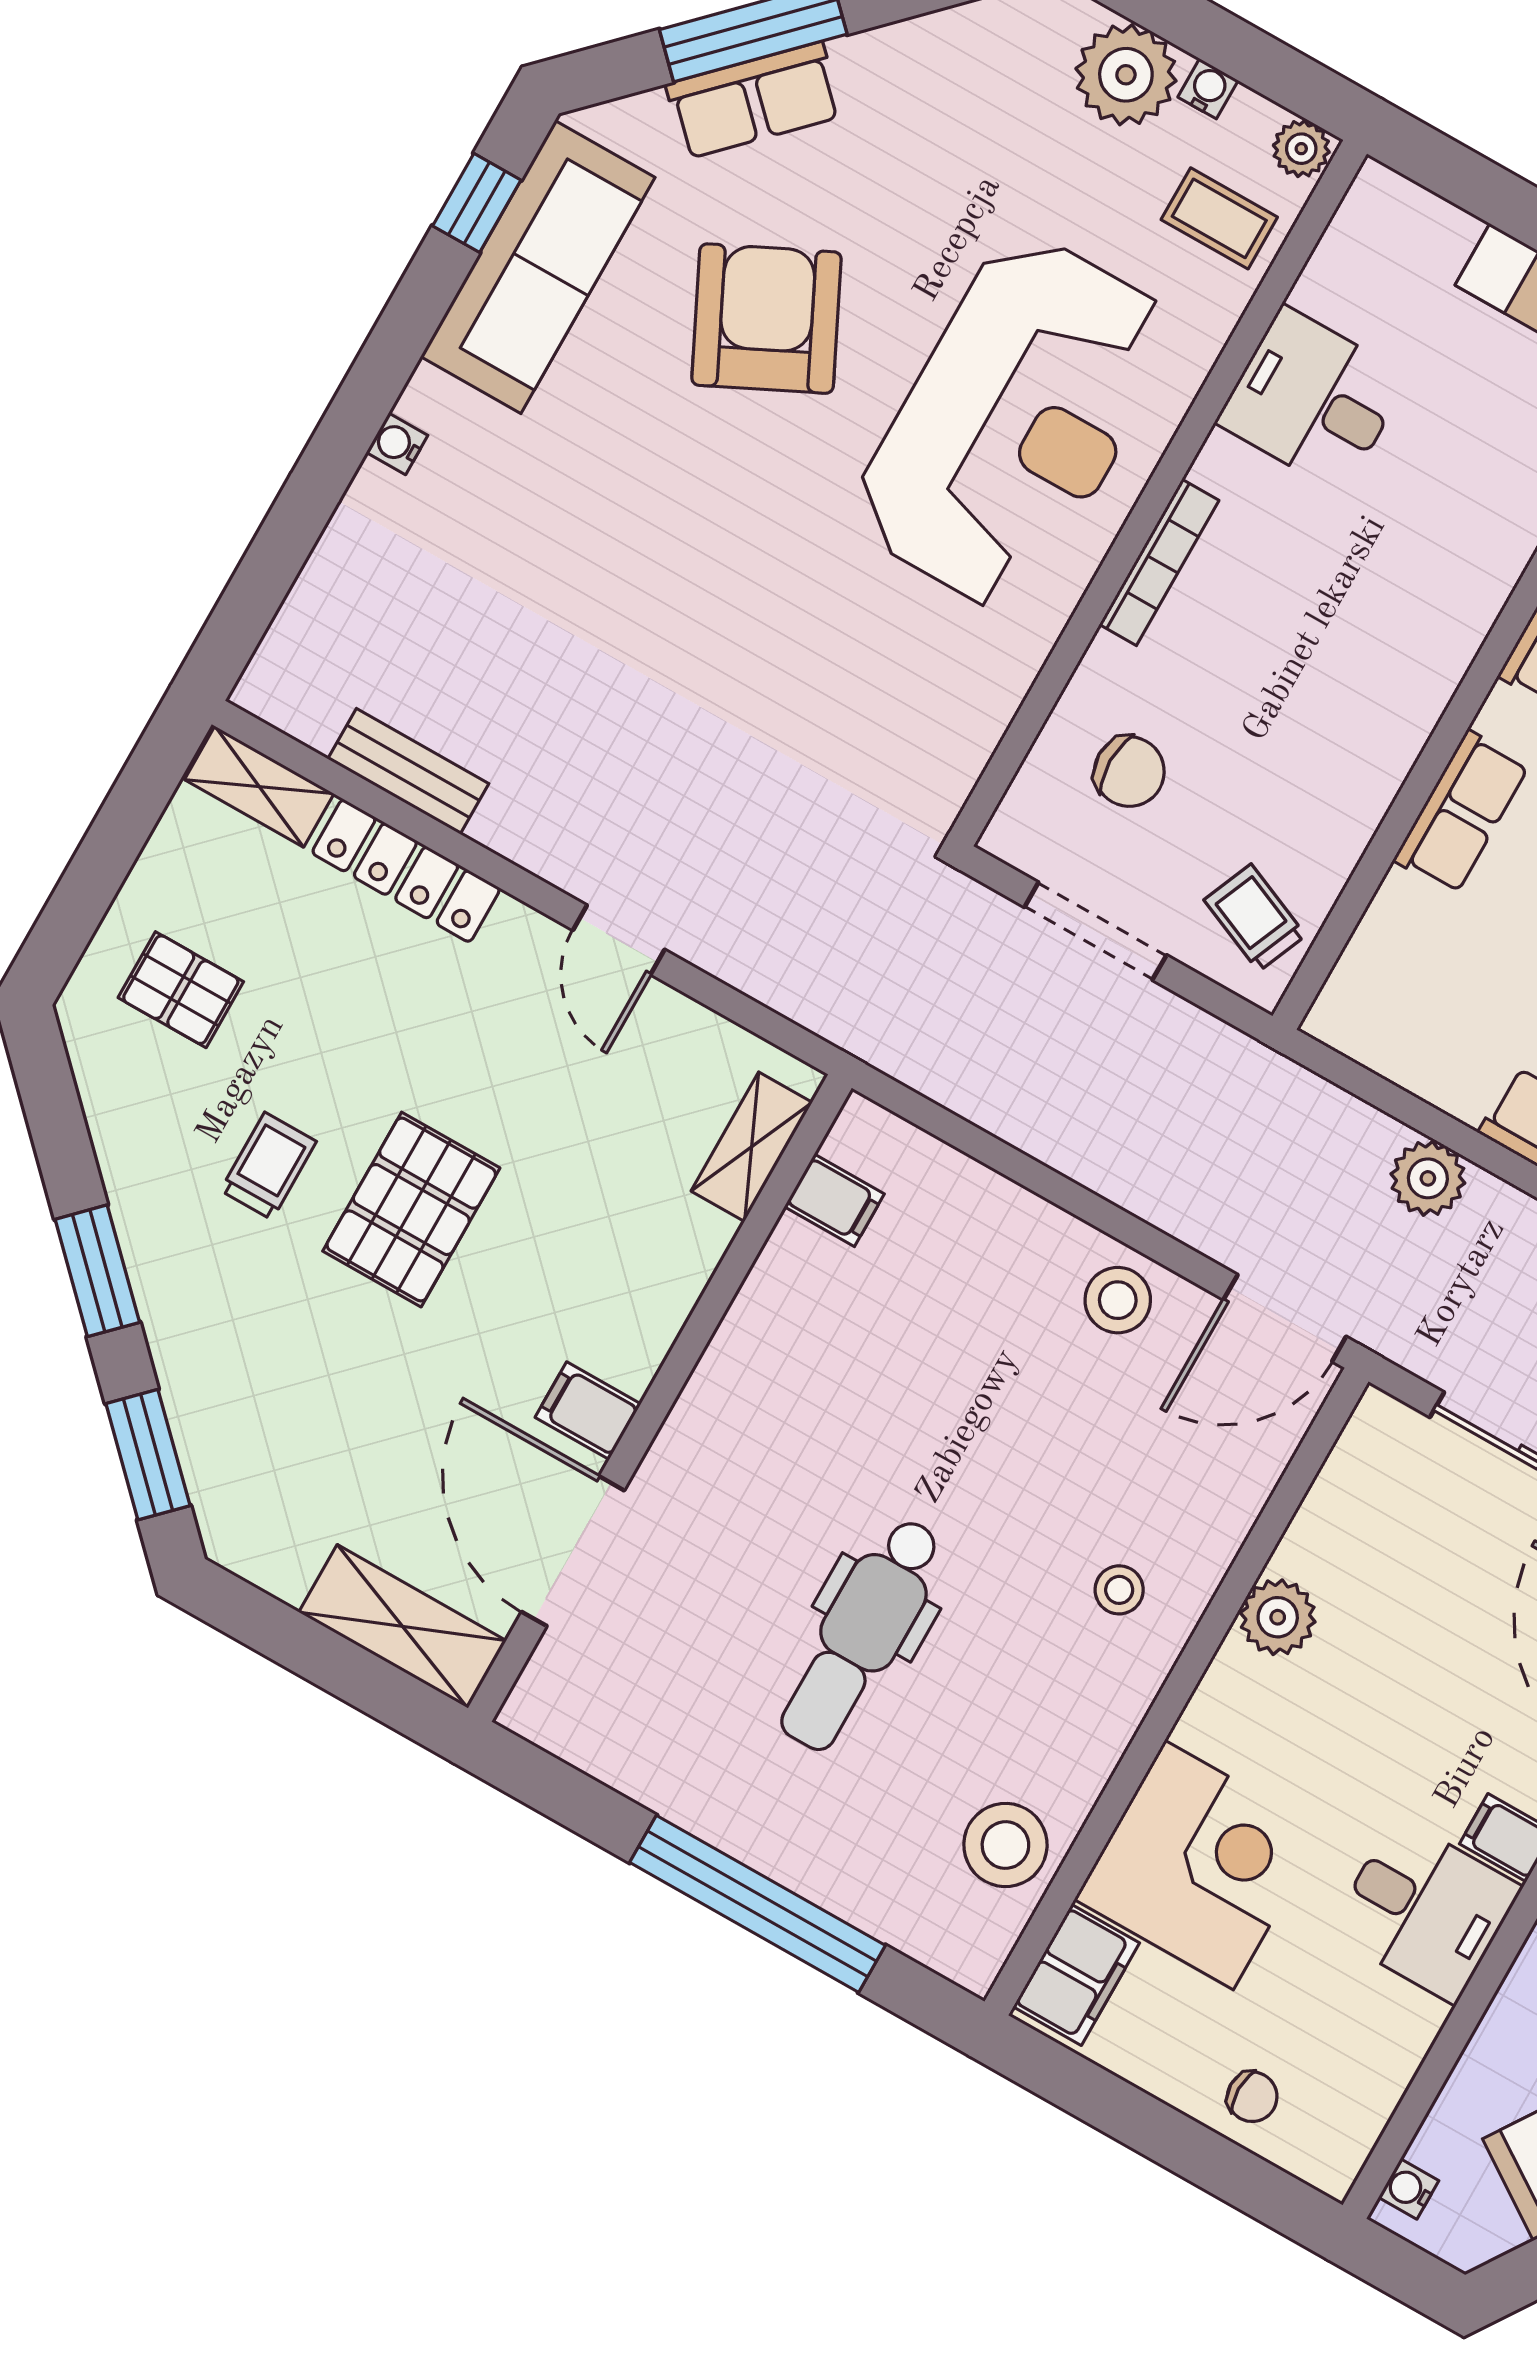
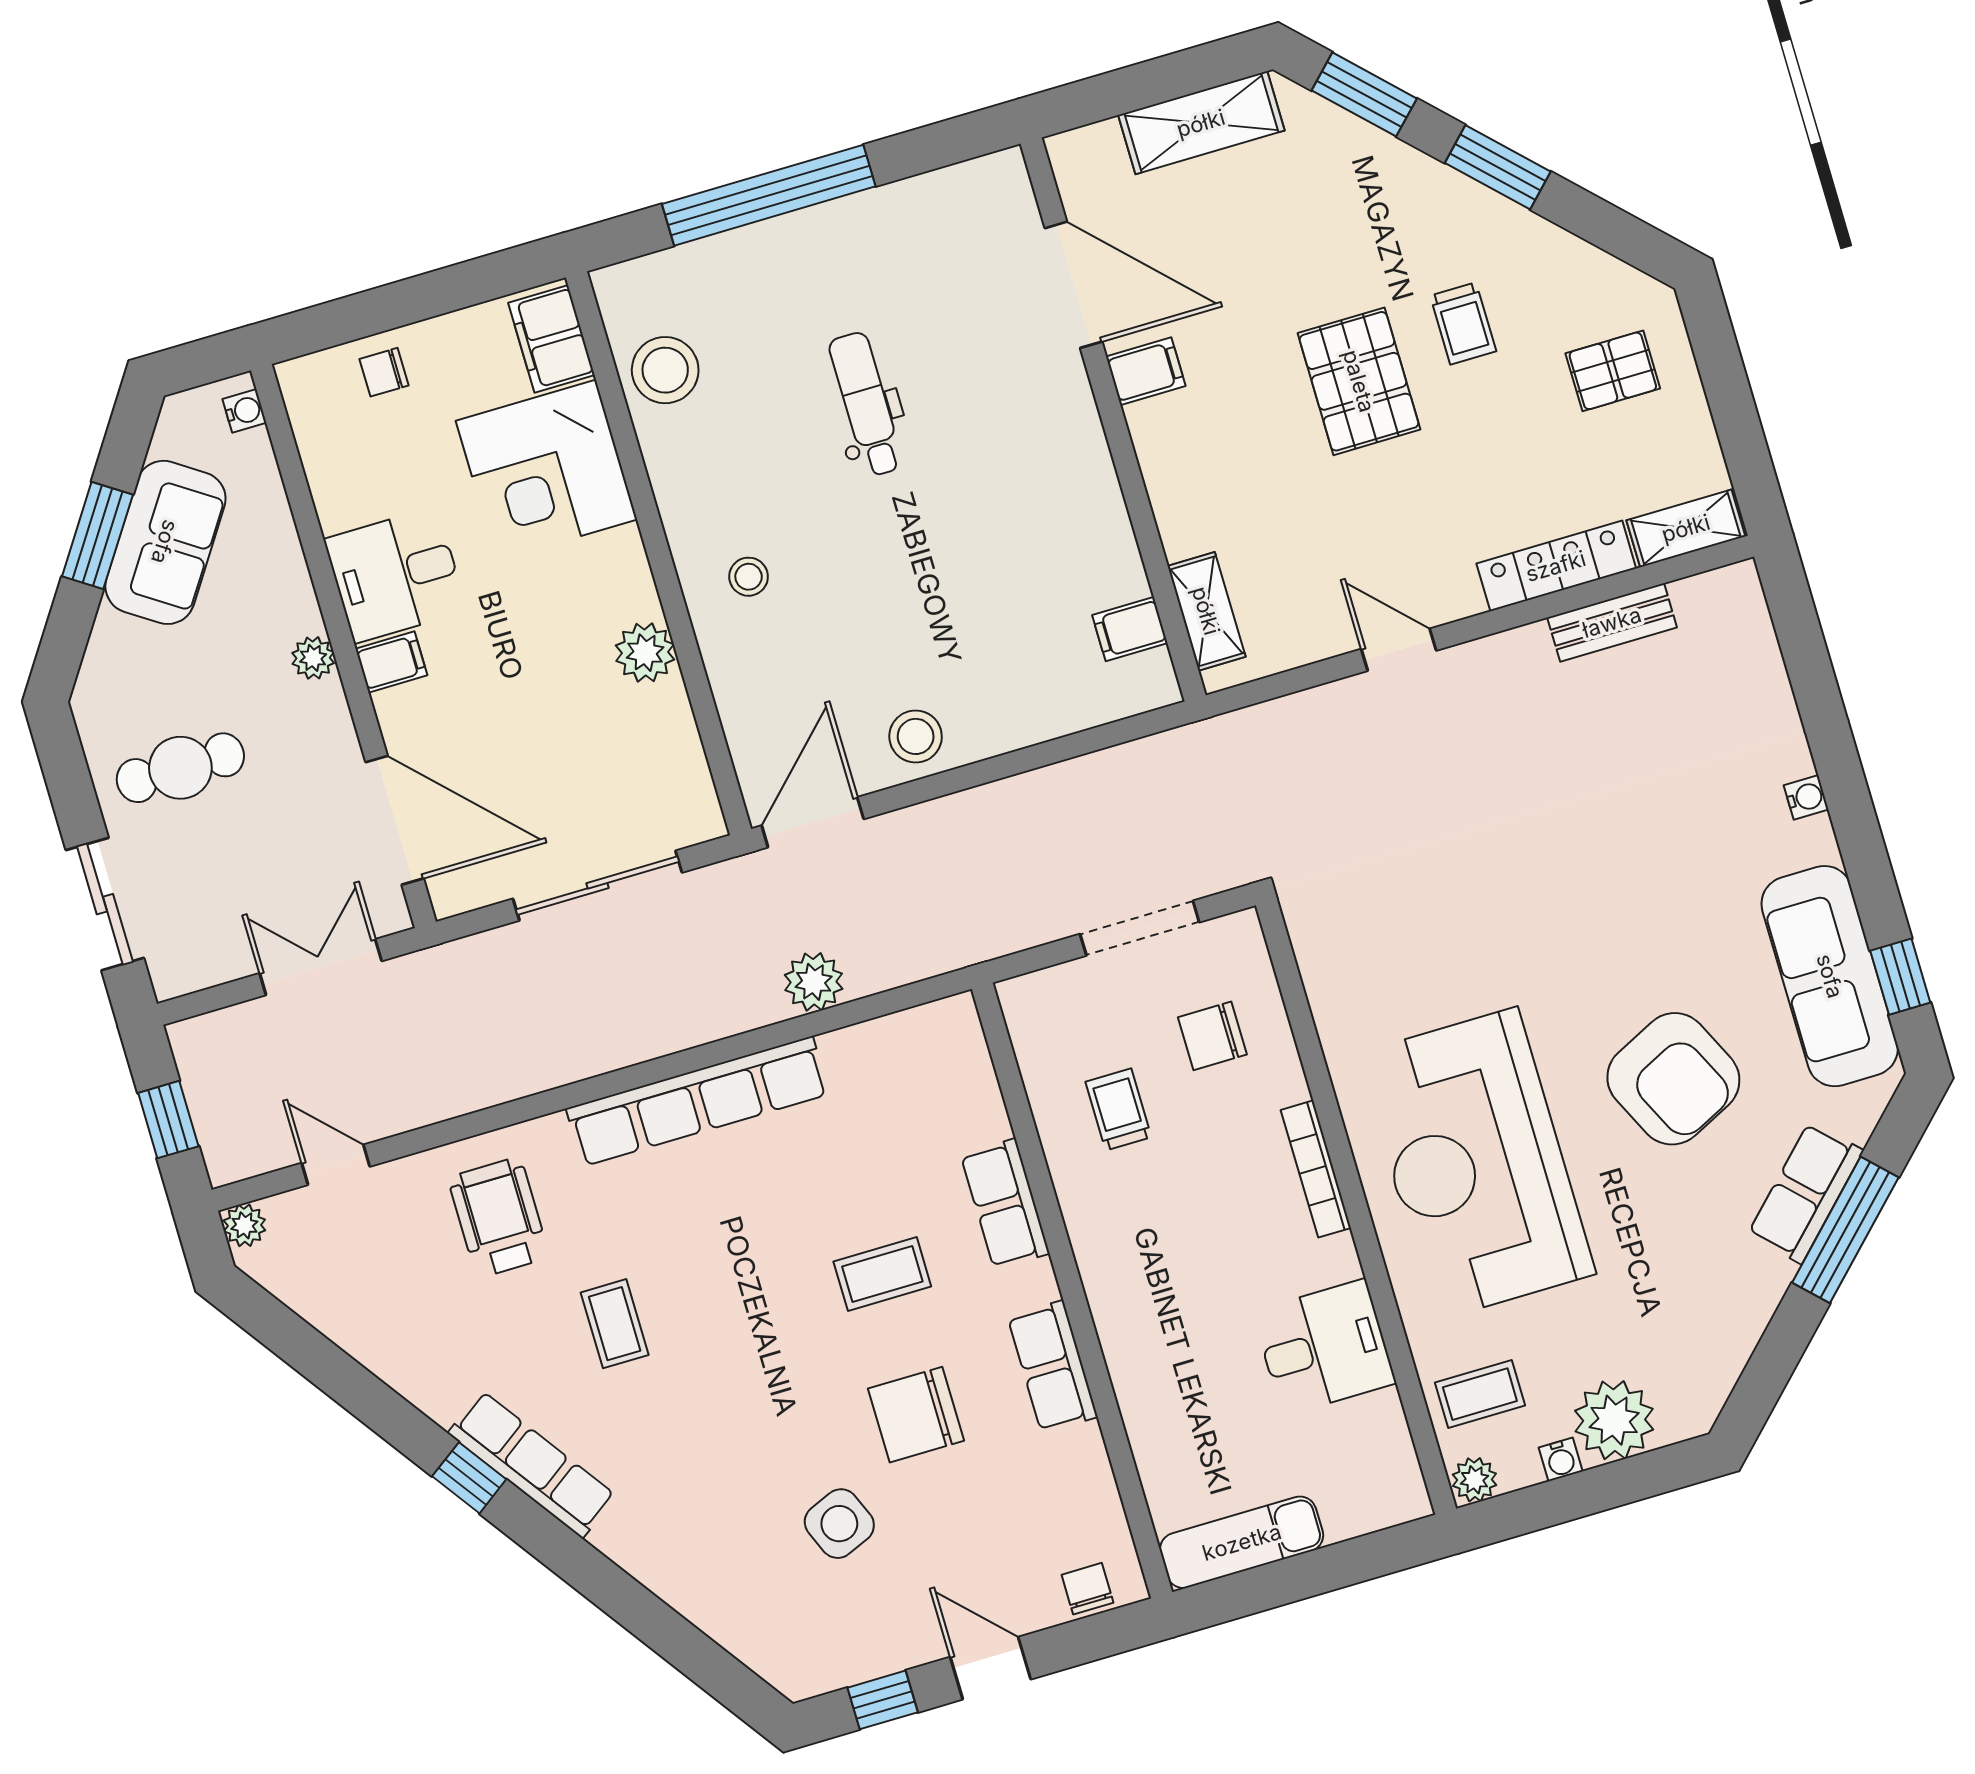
trolley: (1255, 918) -> (1119, 1109), moved, turned -113
shelving: (403, 1626) -> (1201, 123), moved
dental chair: (861, 1634) -> (866, 404), width x0.73, depth x0.72

